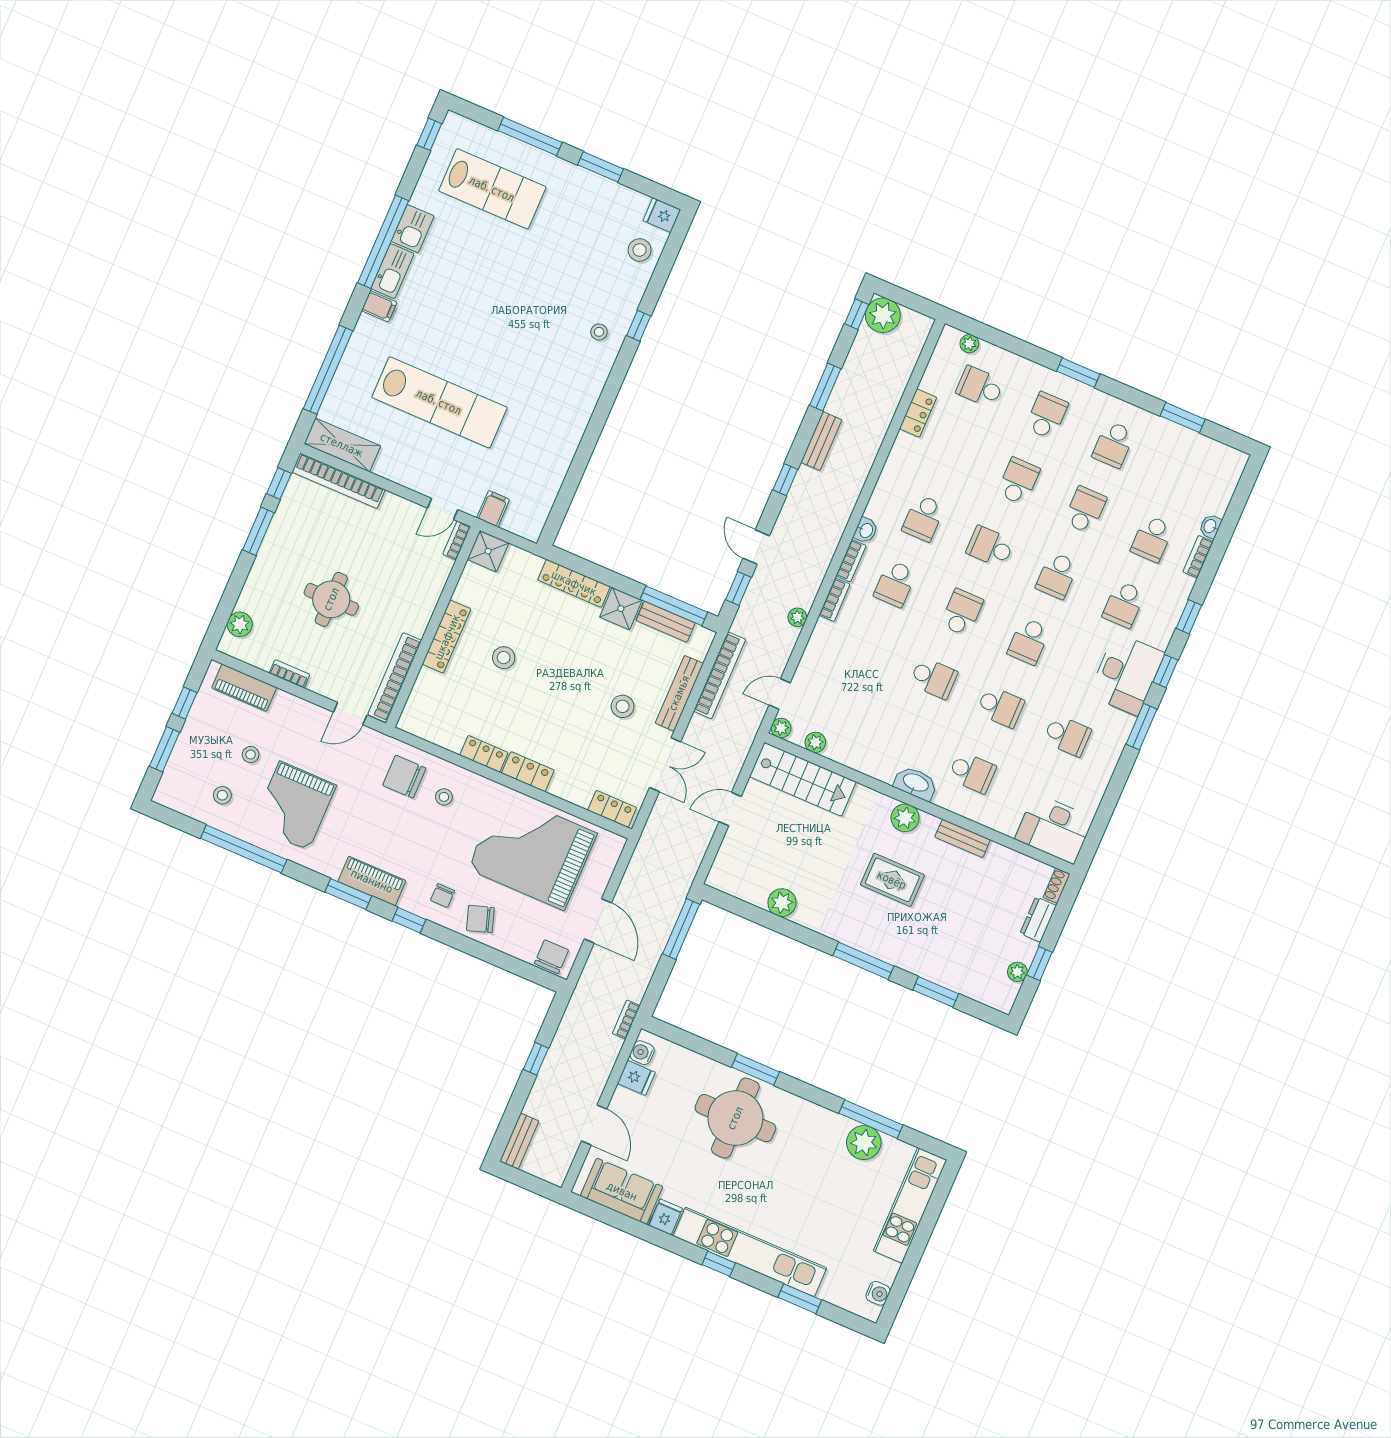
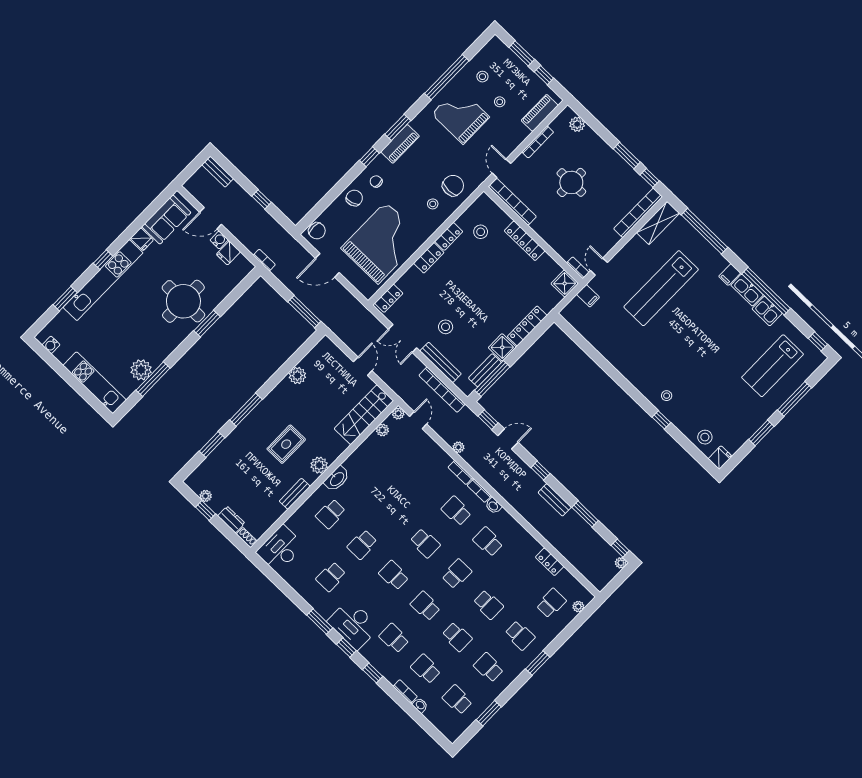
plant: (883, 315) -> (621, 563), width x0.53, depth x0.53
stool: (504, 658) -> (481, 232), moved
bookcase: (289, 674) -> (538, 142), width x1.56
school desk: (934, 678) -> (457, 700), moved, turned 90
water cooler: (642, 1053) -> (219, 240), moved

